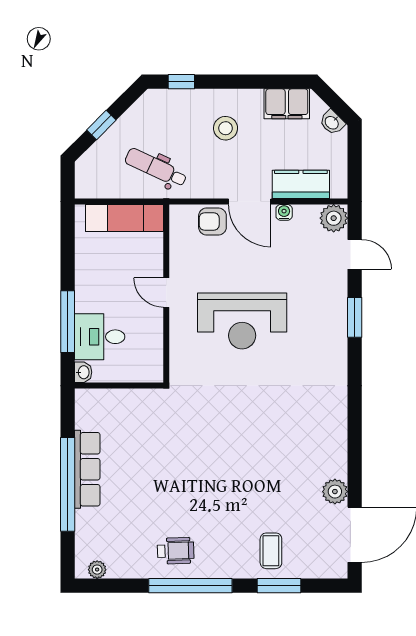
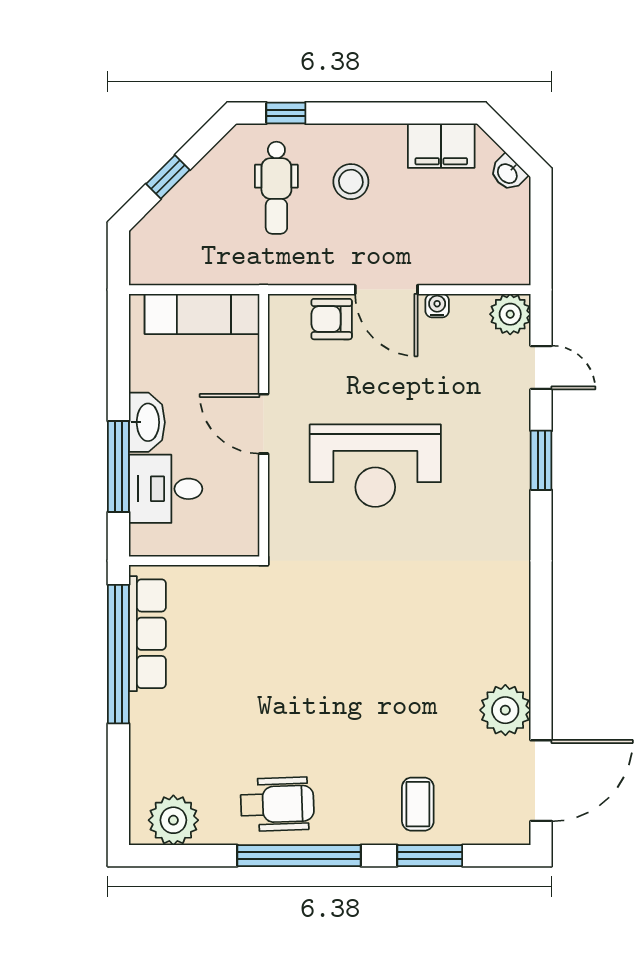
dental chair: (156, 168) -> (276, 188), moved, turned -115
kitchen counter: (301, 184) -> (462, 264), removed
door: (166, 293) -> (264, 424), width x1.38
washbasin: (83, 372) -> (147, 422), moved, width x1.91, depth x1.45
row of seats: (87, 469) -> (147, 634), moved
window: (68, 484) -> (118, 654), moved
plant: (335, 492) -> (505, 710), width x1.36, depth x1.36
wheelchair: (176, 551) -> (277, 804), width x1.36, depth x1.37
plant: (97, 570) -> (173, 820), width x1.88, depth x1.88

